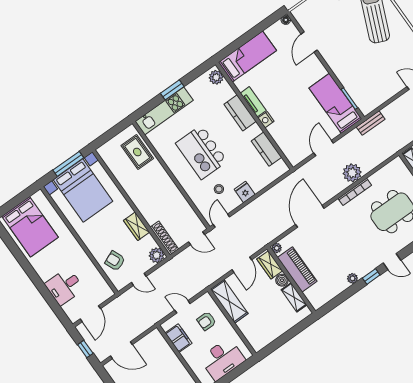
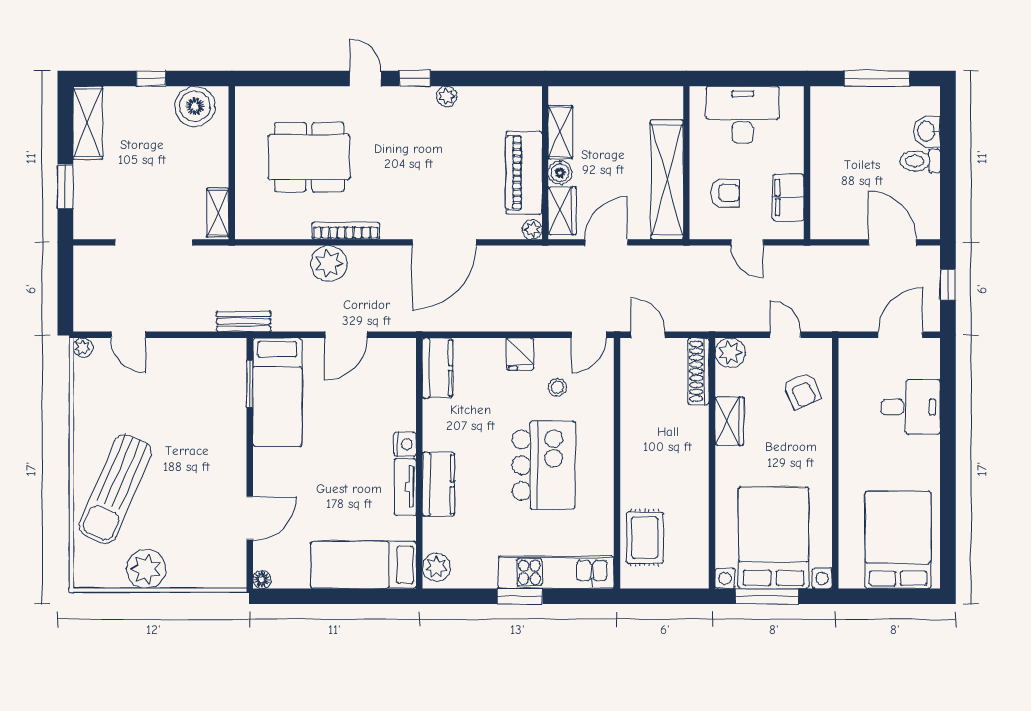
kitchen counter: (266, 149) -> (437, 368), moved
shelving: (229, 301) -> (667, 180), width x1.47

